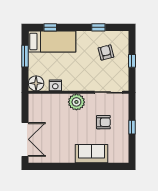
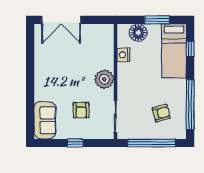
window: (98, 27) -> (190, 105), width x3.17
window: (132, 61) -> (152, 143), width x3.17
floor lamp: (36, 83) -> (138, 33), moved
sofa: (92, 154) -> (45, 120), moved

